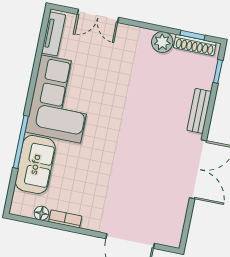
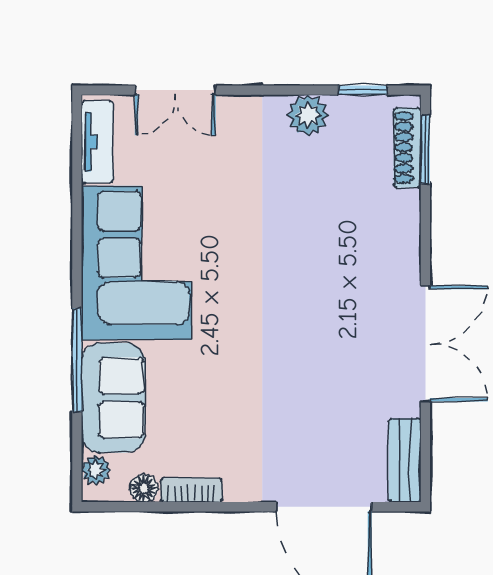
shoe rack: (195, 45) -> (407, 148), moved, turned 90
window: (218, 71) -> (425, 149), width x1.50
bench: (199, 111) -> (405, 460), moved
plant: (19, 199) -> (96, 470), added

